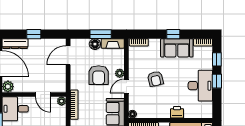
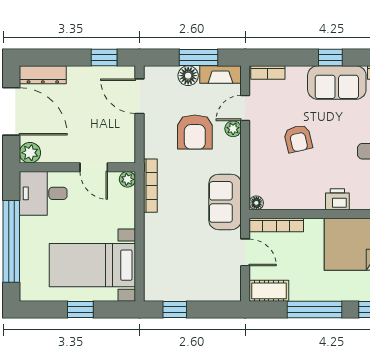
window: (34, 34) -> (104, 58), moved
door: (68, 55) -> (139, 96), hinge flipped
door: (126, 86) -> (245, 108), moved

